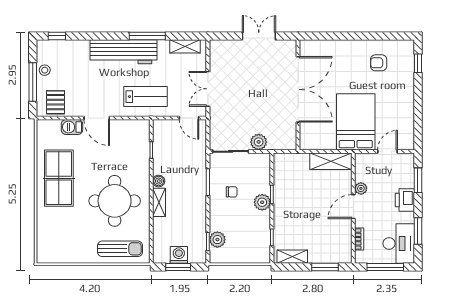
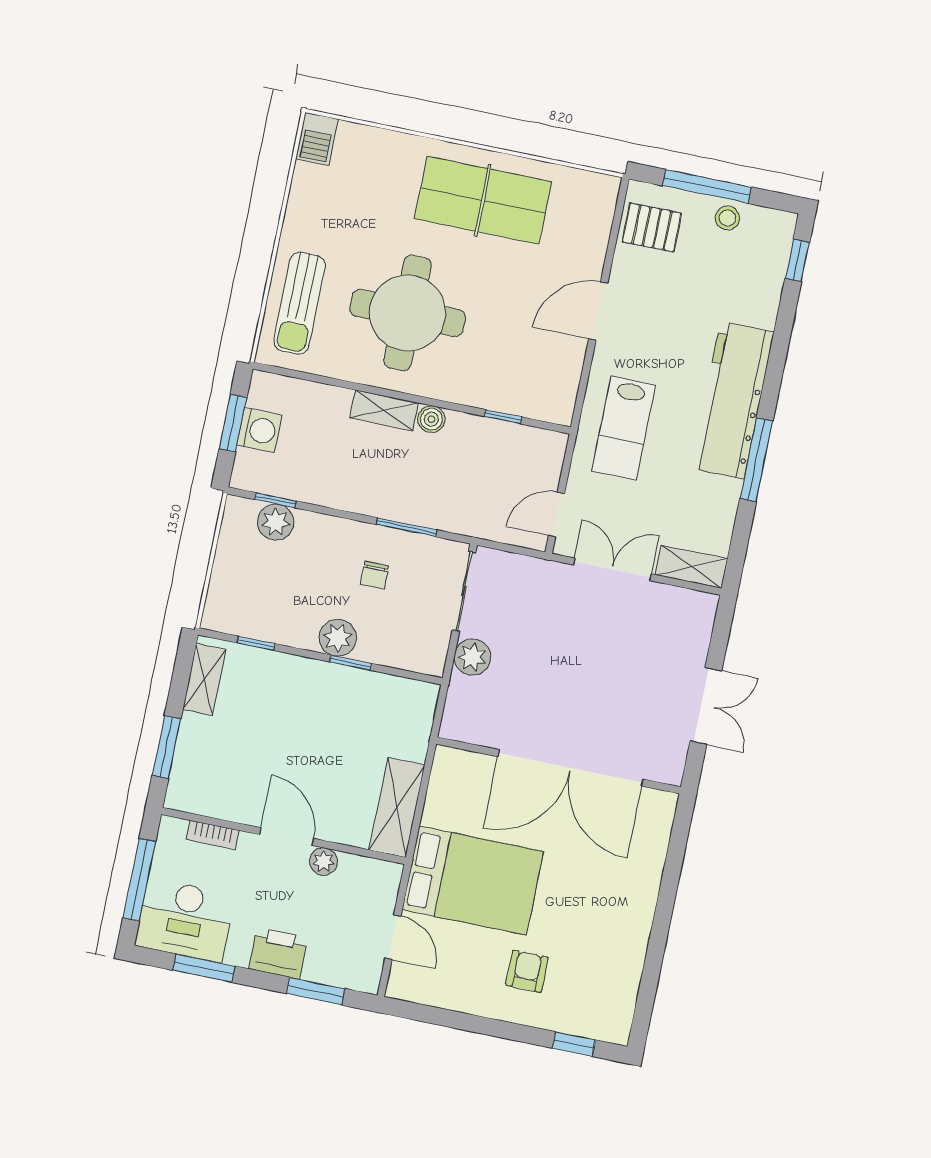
shelving: (185, 46) -> (691, 567), moved, turned 90
armchair: (379, 63) -> (527, 971), moved
barbecue: (72, 127) -> (317, 139), moved, turned 180

